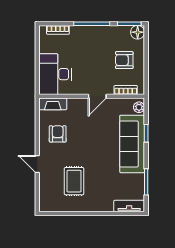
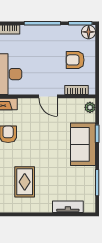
door: (97, 96) -> (48, 96), hinge flipped
sofa: (132, 144) -> (83, 144), width x0.73
tv unit: (129, 206) -> (68, 207), moved

